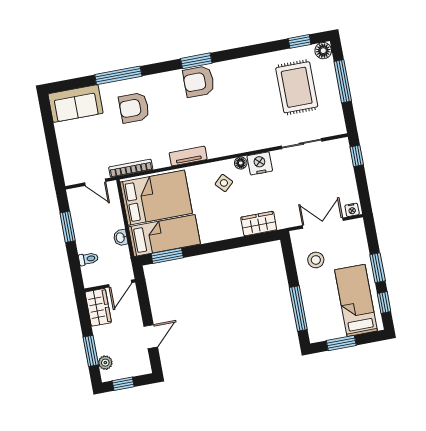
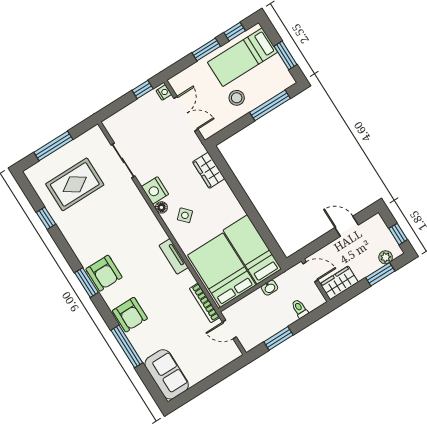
window: (300, 41) -> (46, 218), moved
floor lamp: (323, 51) -> (33, 174), removed
armchair: (134, 108) -> (130, 315), moved
window: (357, 156) -> (143, 90), moved
door: (95, 182) -> (229, 329), swing flipped
double door: (323, 223) -> (186, 114), swing flipped
window: (167, 256) -> (269, 240), removed
stool: (316, 260) -> (237, 98), moved

